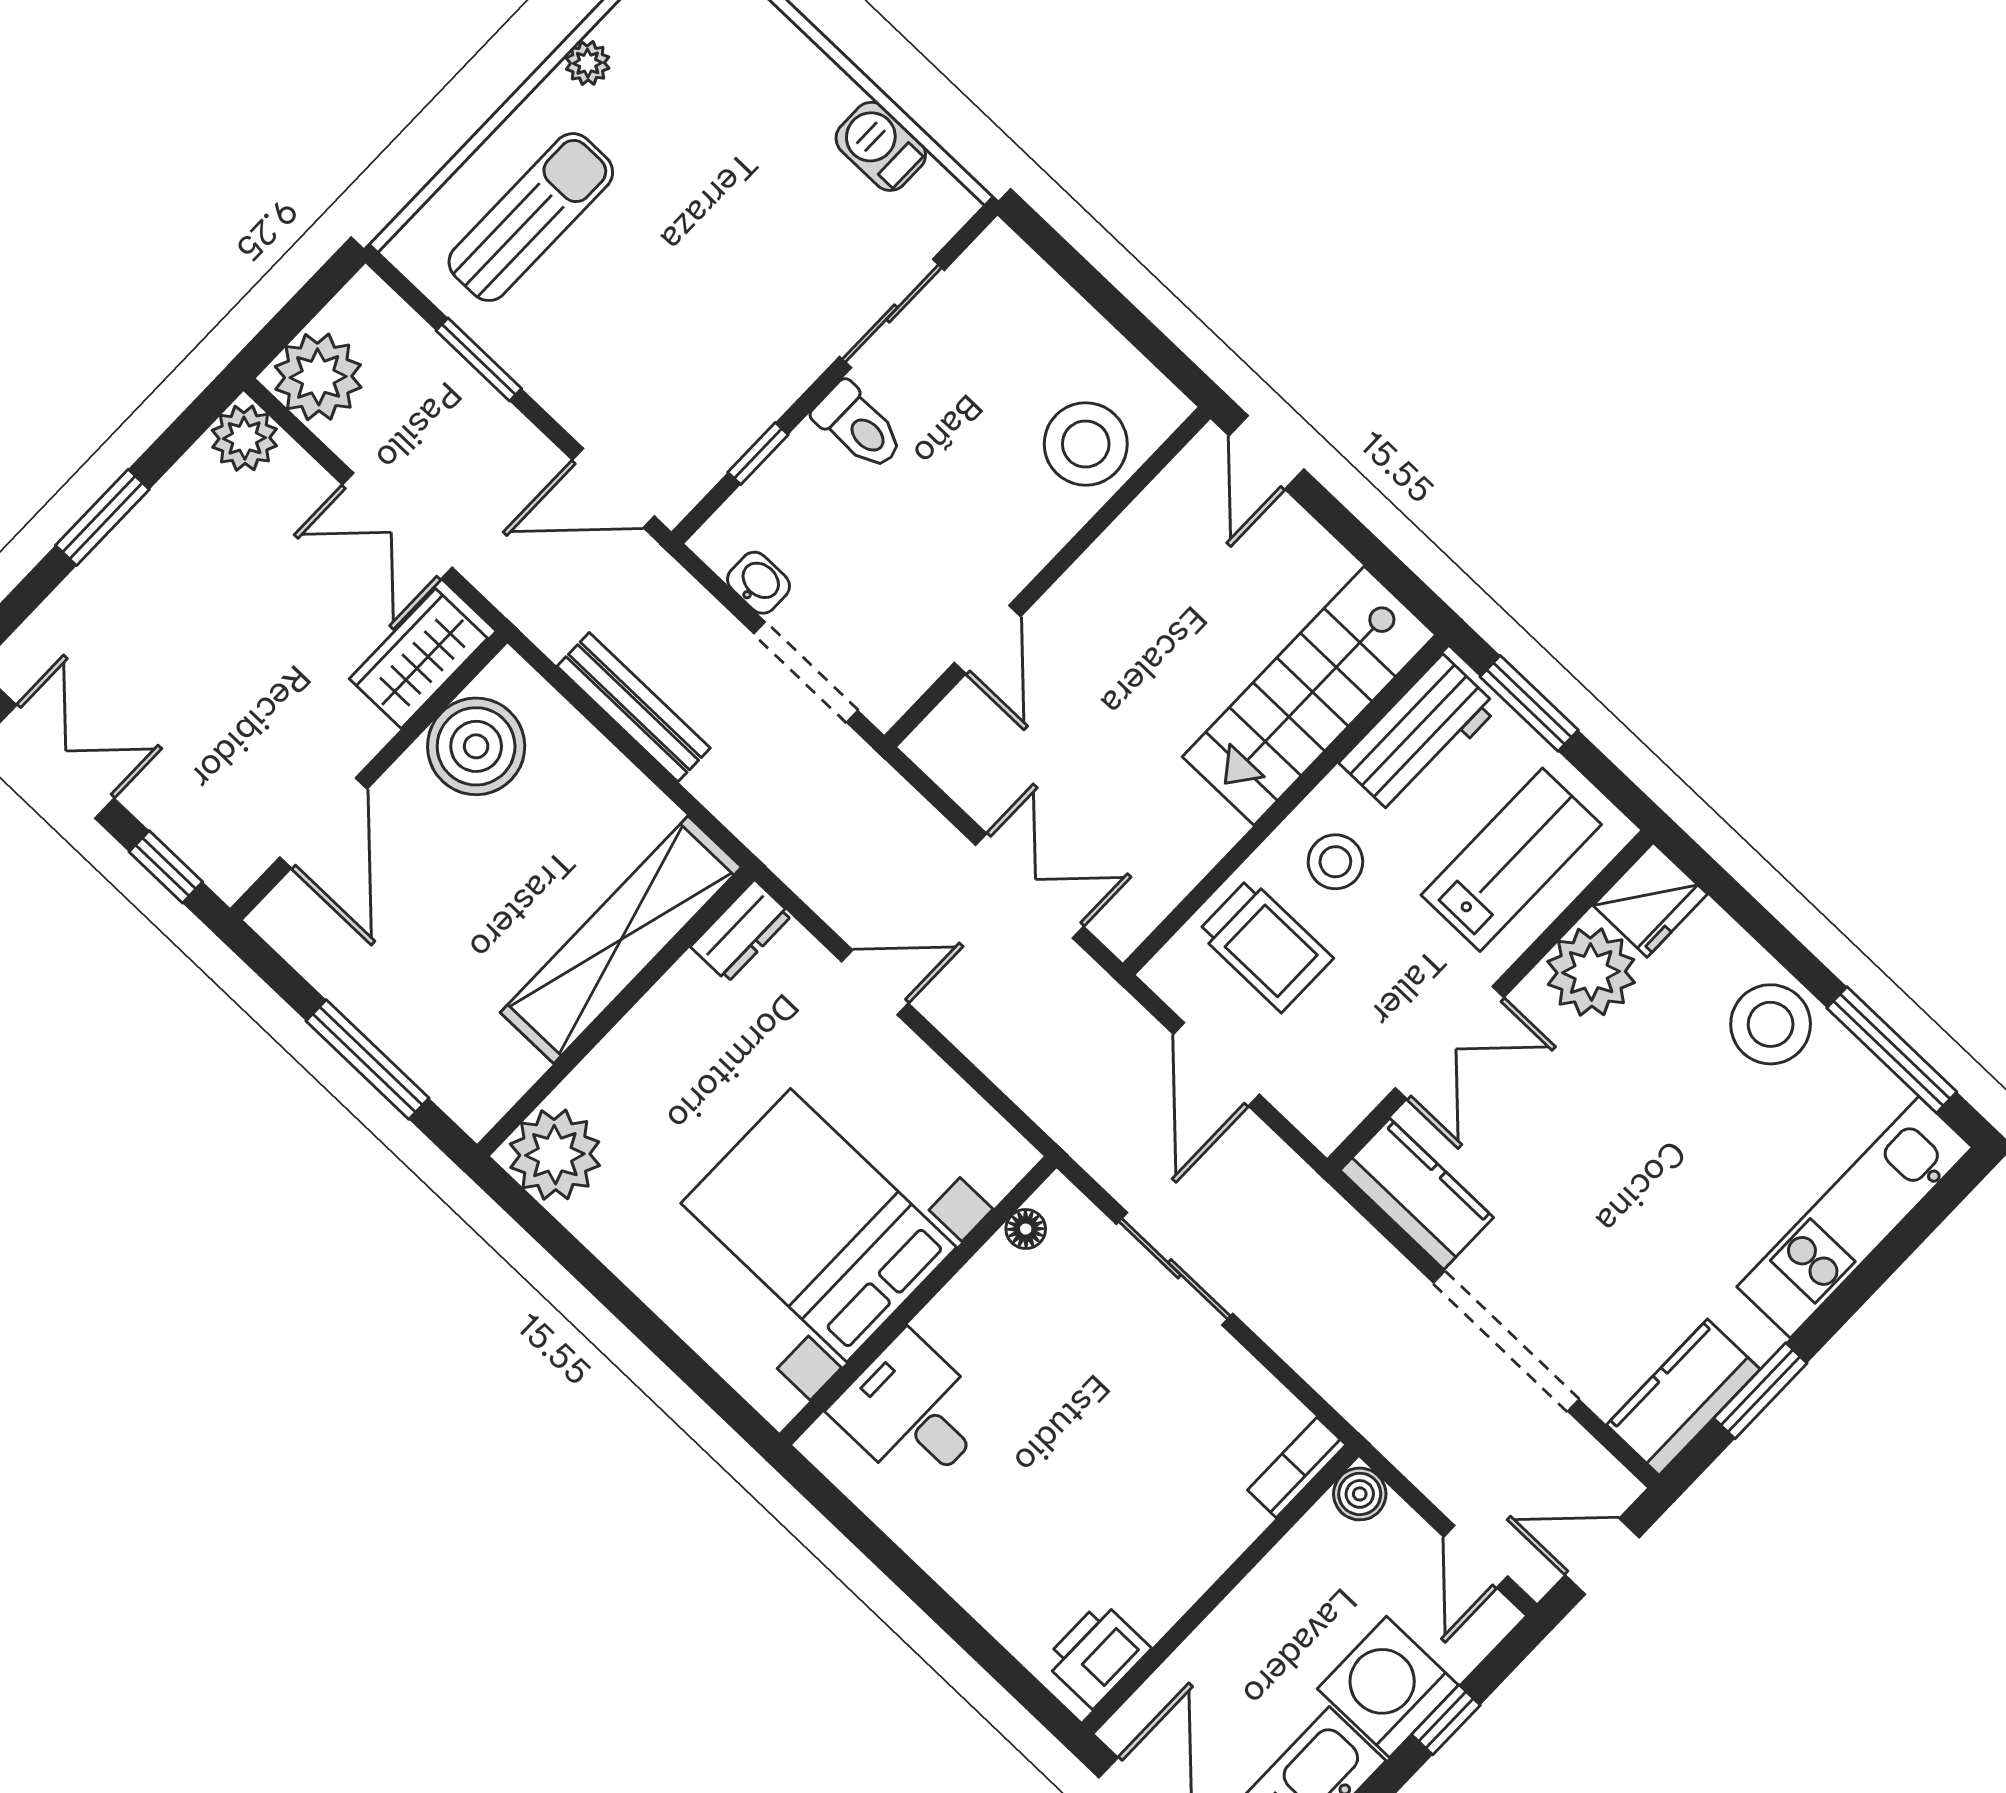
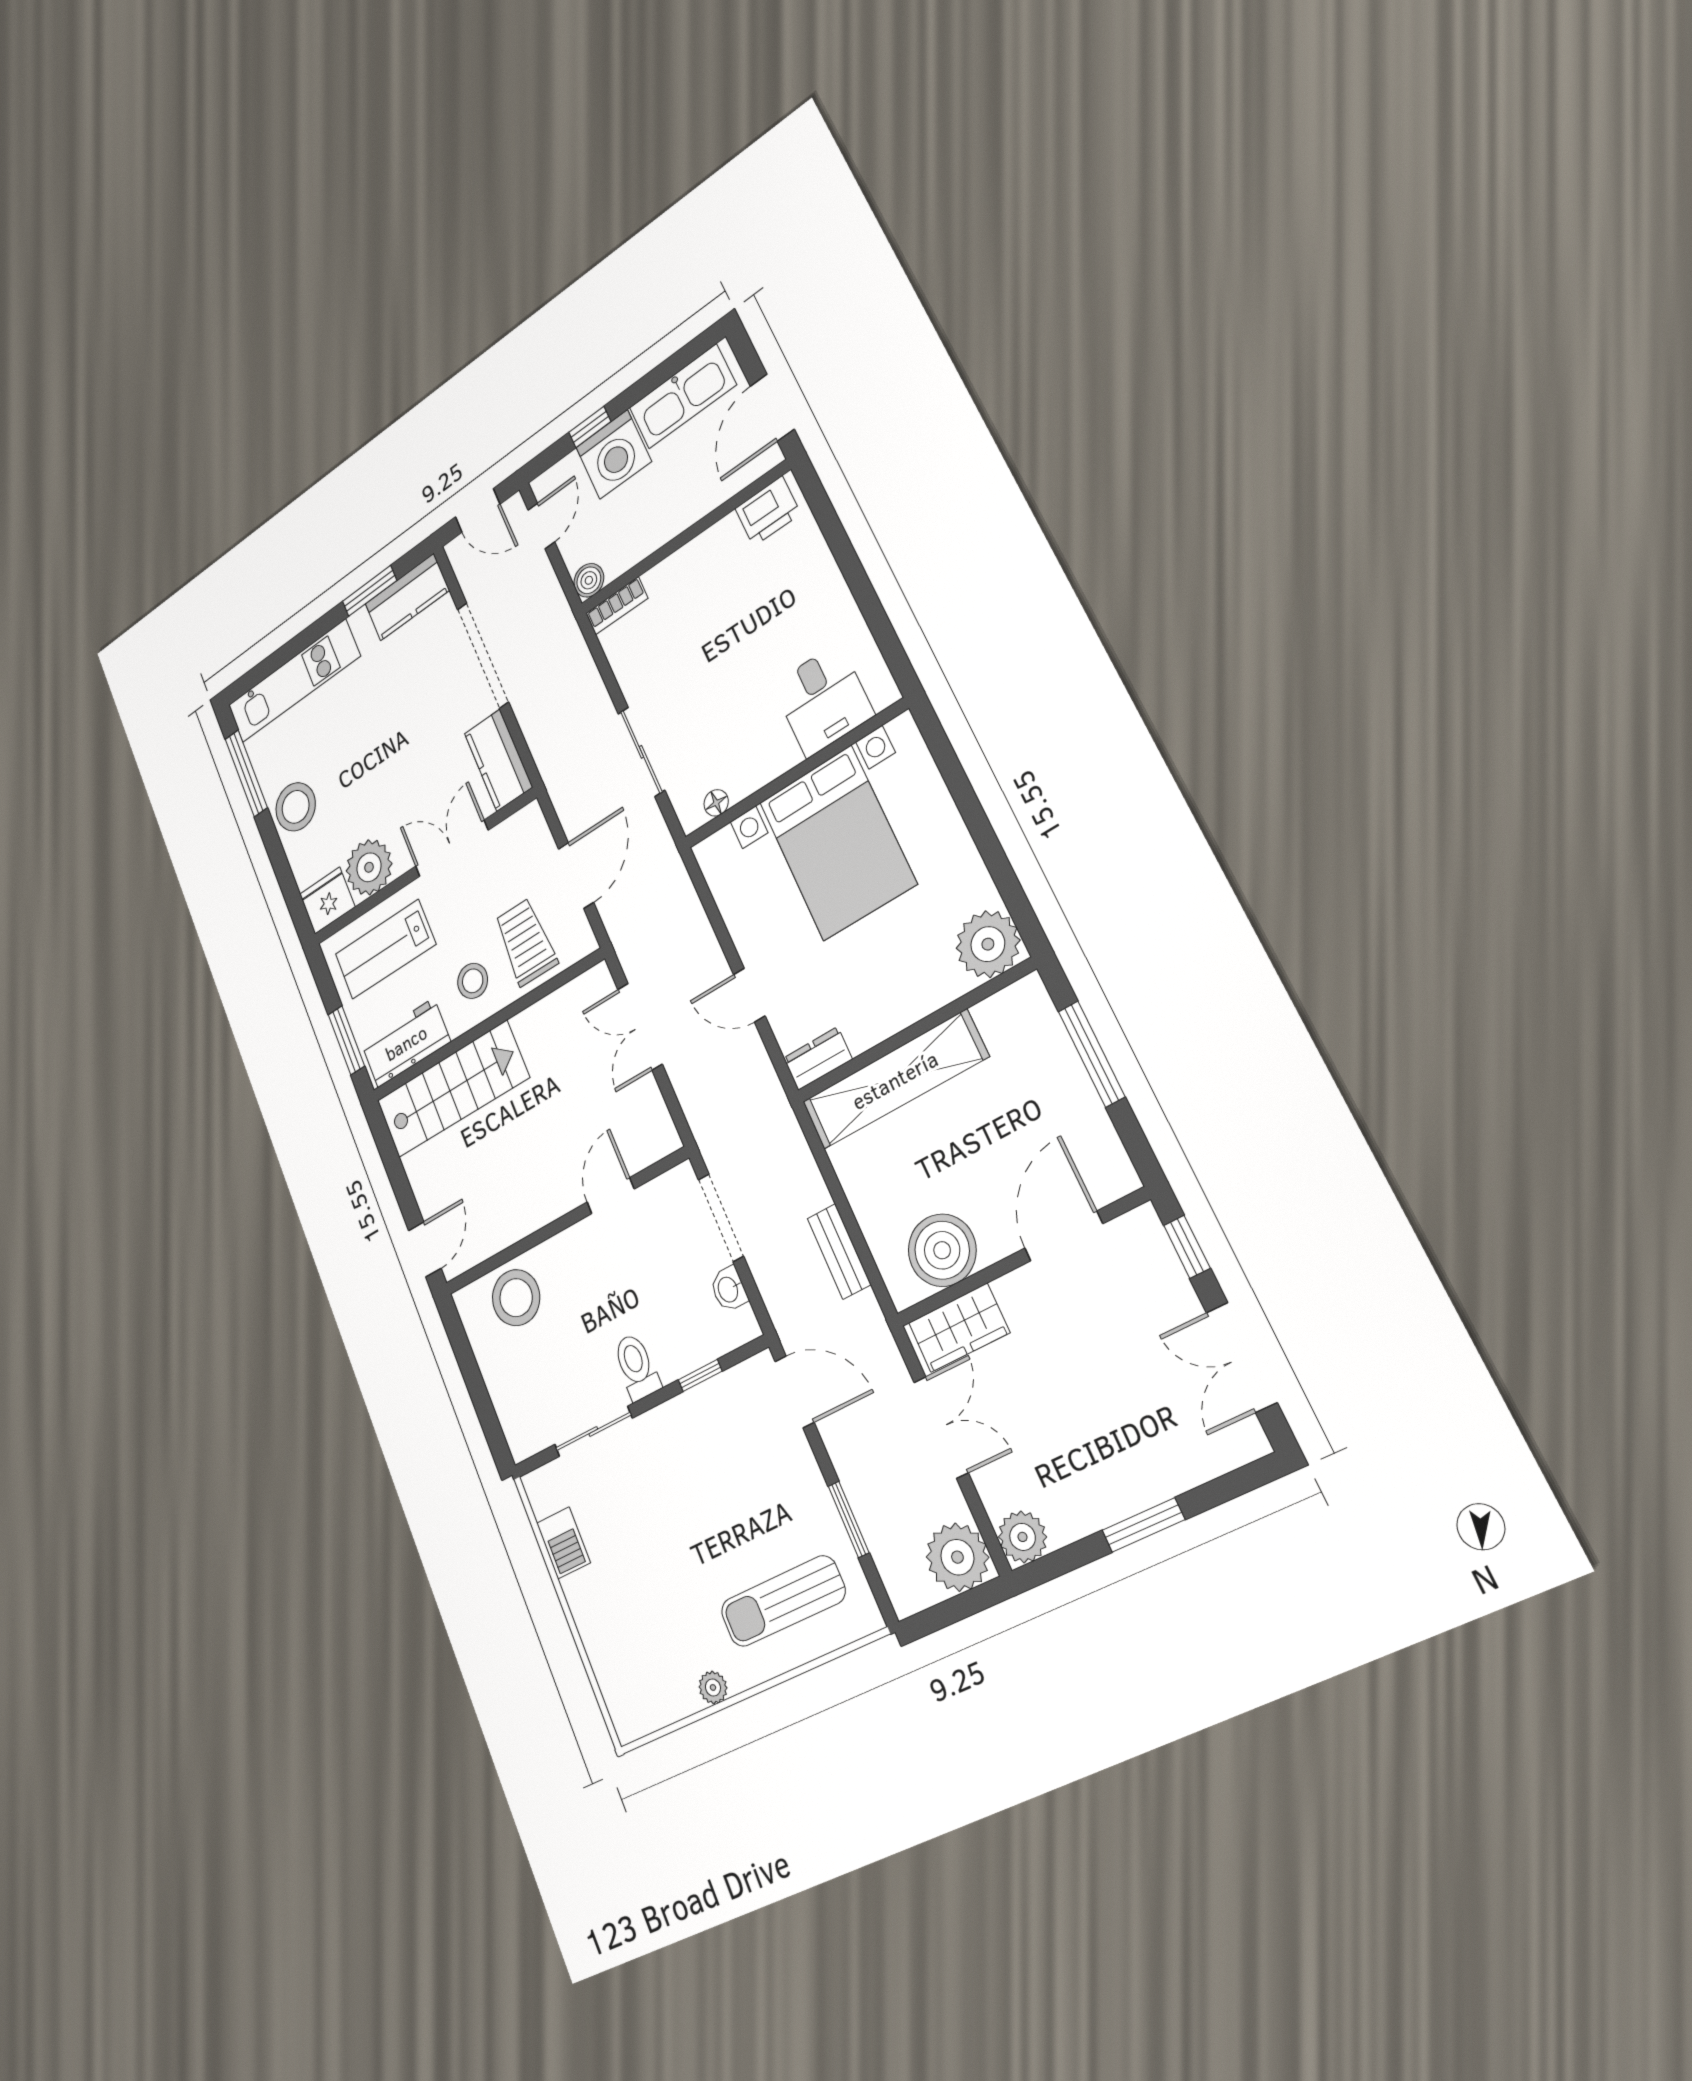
bench: (634, 707) -> (839, 1251), width x0.73

